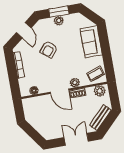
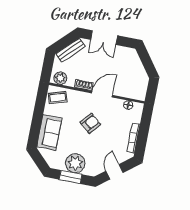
plant: (59, 21) -> (75, 163), width x1.88, depth x1.88
armchair: (49, 49) -> (90, 123), moved
plant: (75, 83) -> (83, 97), removed
door: (59, 91) -> (102, 94), hinge flipped

